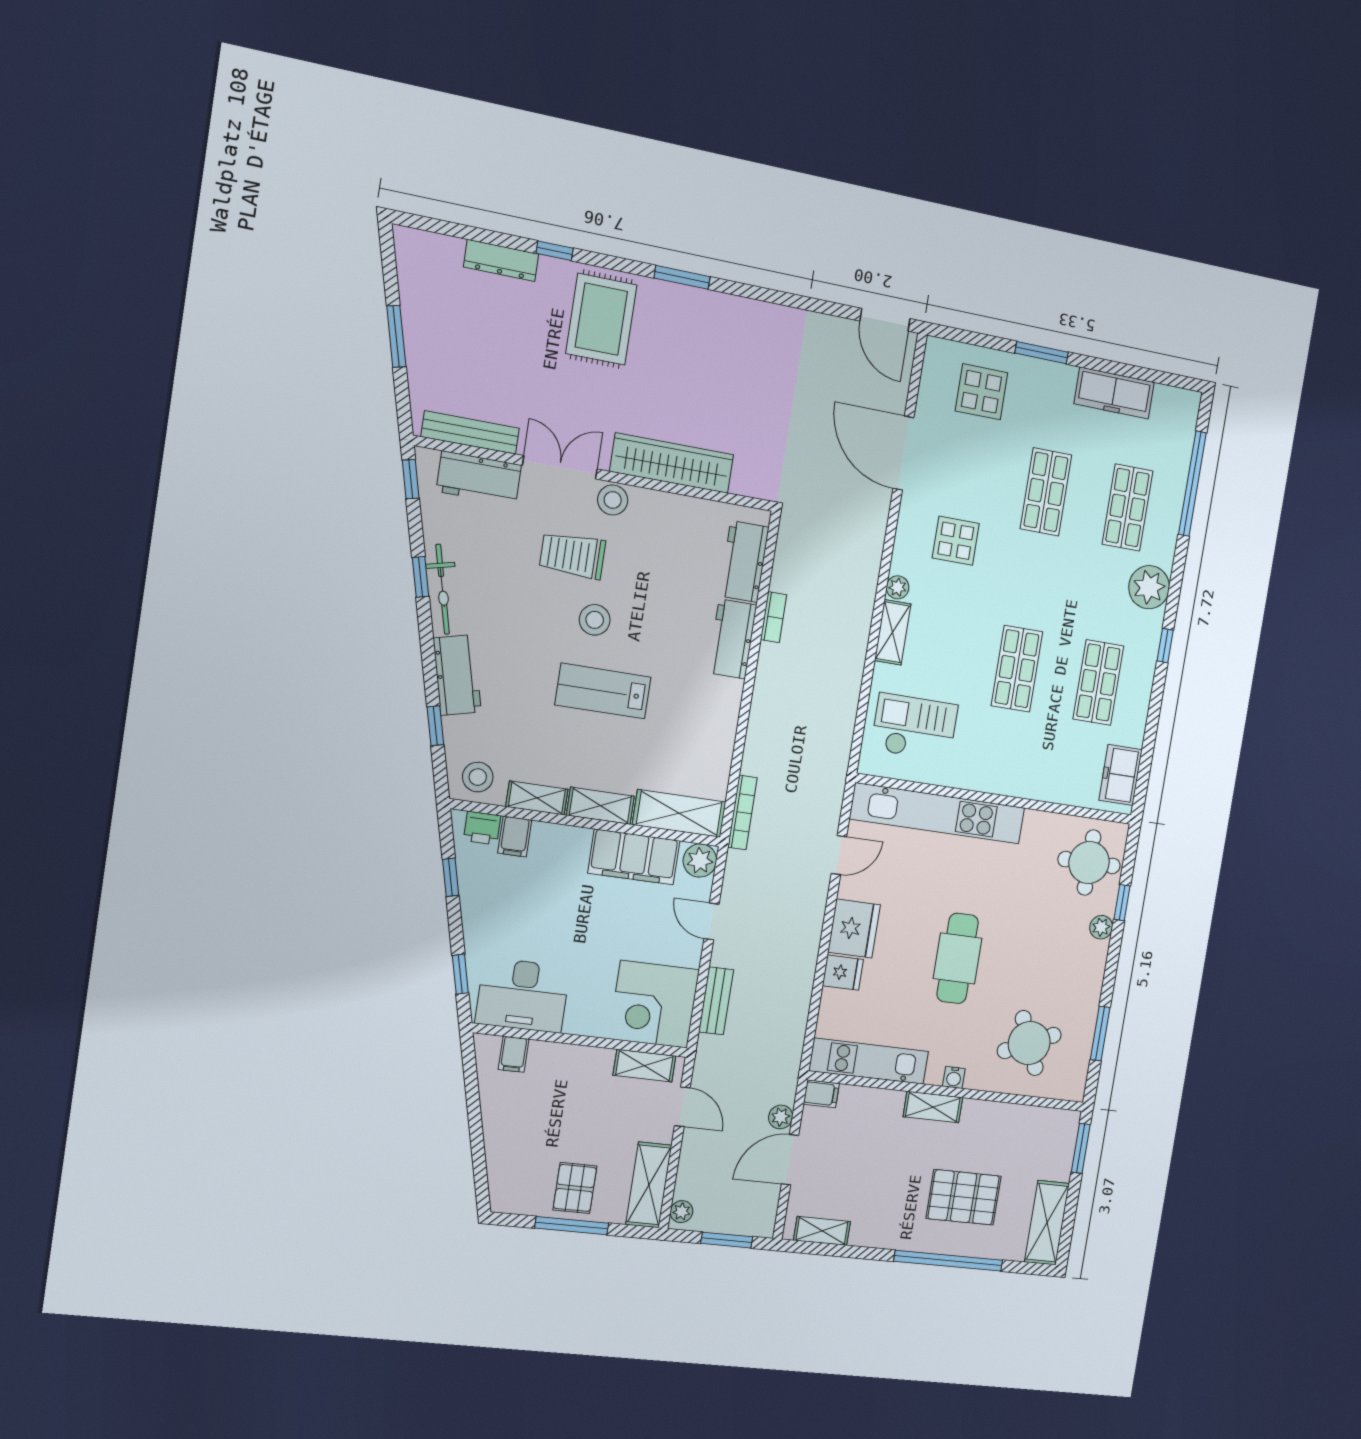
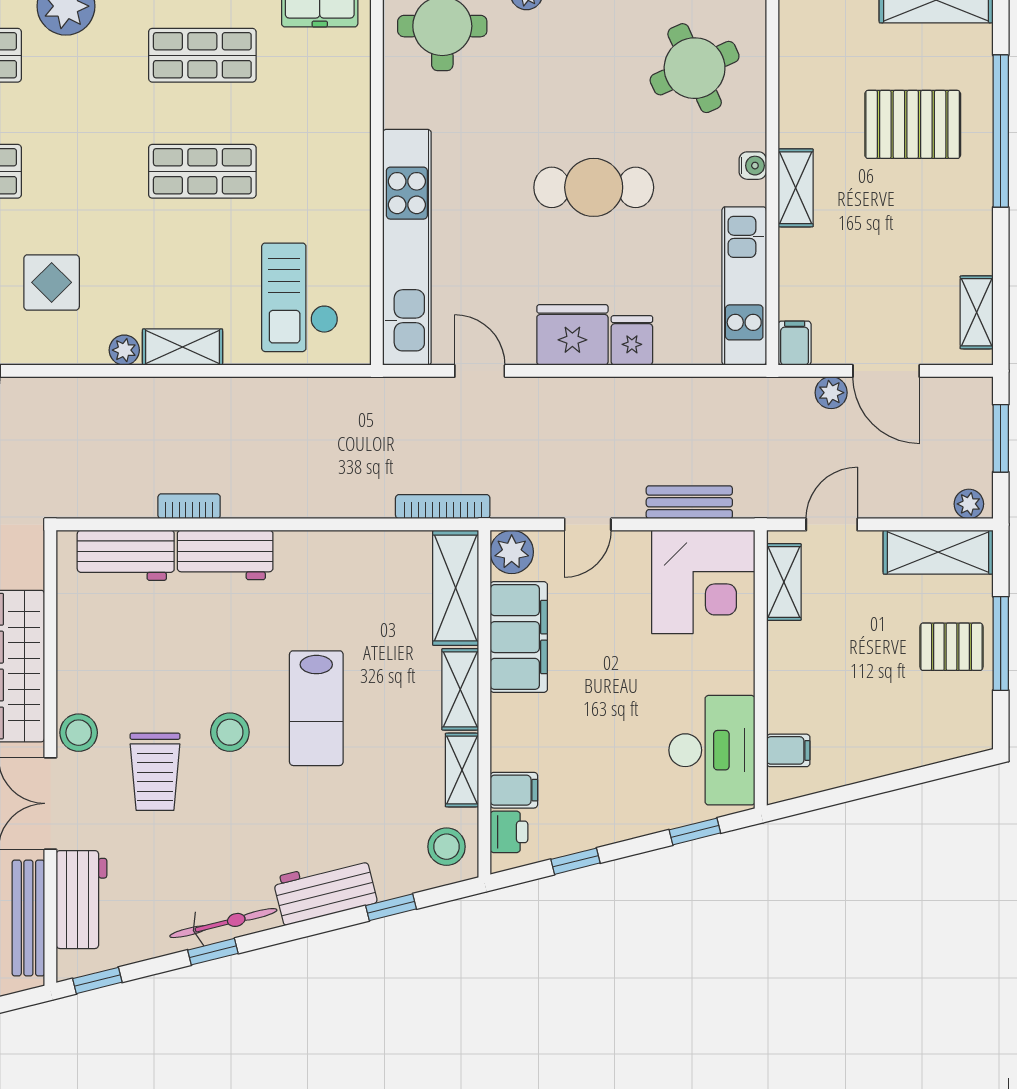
pallet: (964, 1197) -> (913, 124), turned 90

